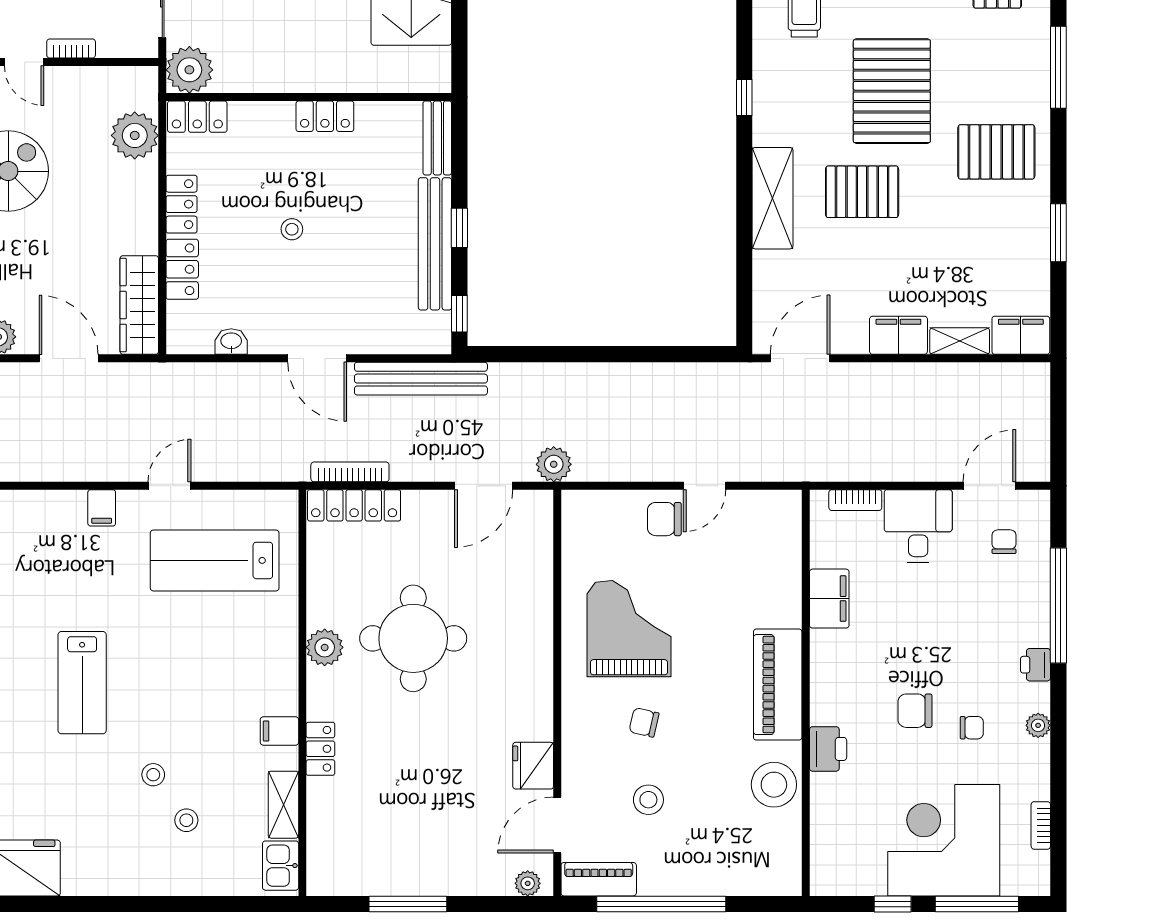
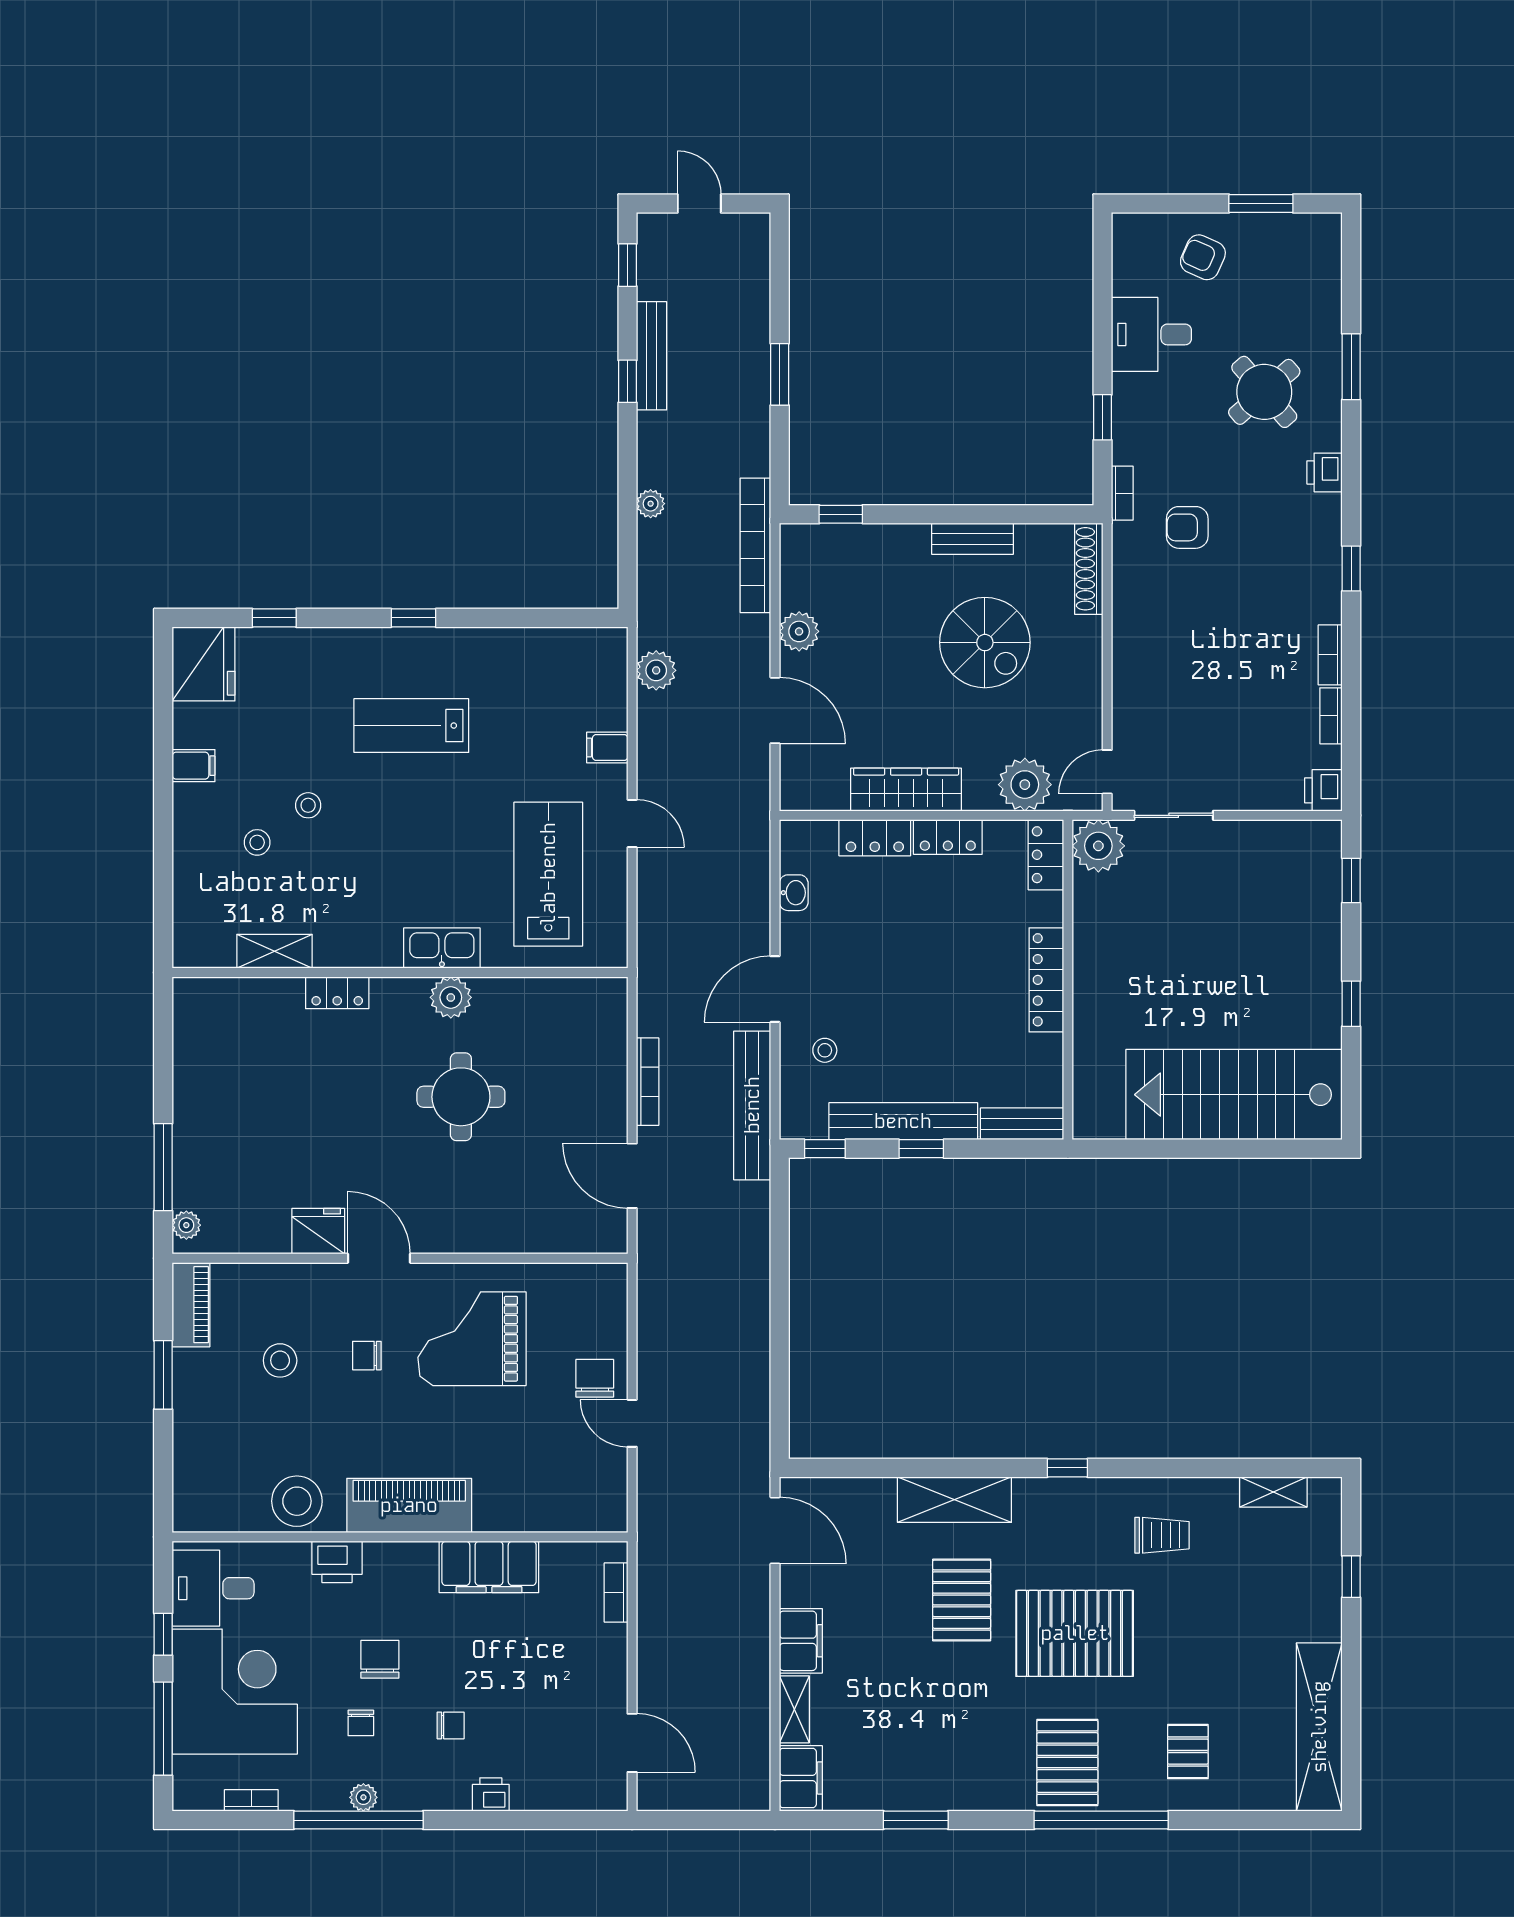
bookcase: (71, 48) -> (1122, 713), removed
door: (24, 62) -> (1107, 772), moved
window: (1058, 67) -> (1101, 1820), width x1.46
locker: (325, 116) -> (1046, 980), width x1.53
pallet: (996, 152) -> (1067, 1763), moved
stool: (292, 229) -> (825, 1050), moved
wardrobe: (139, 305) -> (906, 790), moved
door: (69, 358) -> (775, 710), hinge flipped
plant: (554, 464) -> (656, 670), moved
bookcase: (350, 472) -> (648, 1082), moved
locker: (354, 505) -> (610, 1030), removed
desk: (918, 526) -> (213, 1588), moved, turned 180
chair: (1004, 542) -> (451, 1725), moved
filing cabinet: (829, 599) -> (489, 1567), width x1.50, depth x1.17
window: (1058, 605) -> (358, 1820), moved
grand piano: (629, 629) -> (472, 1339), turned 180
round table: (413, 638) -> (461, 1097), width x0.73, depth x0.73
printer: (1036, 665) -> (491, 1794), moved
chair: (644, 722) -> (367, 1356), turned -103
filing cabinet: (279, 731) -> (194, 766), moved, turned 90
door: (557, 825) -> (379, 1258), moved
kitchen sink: (281, 866) -> (442, 948), moved, width x1.38
window: (408, 904) -> (163, 1167), moved
window: (661, 904) -> (163, 1375), width x0.47

